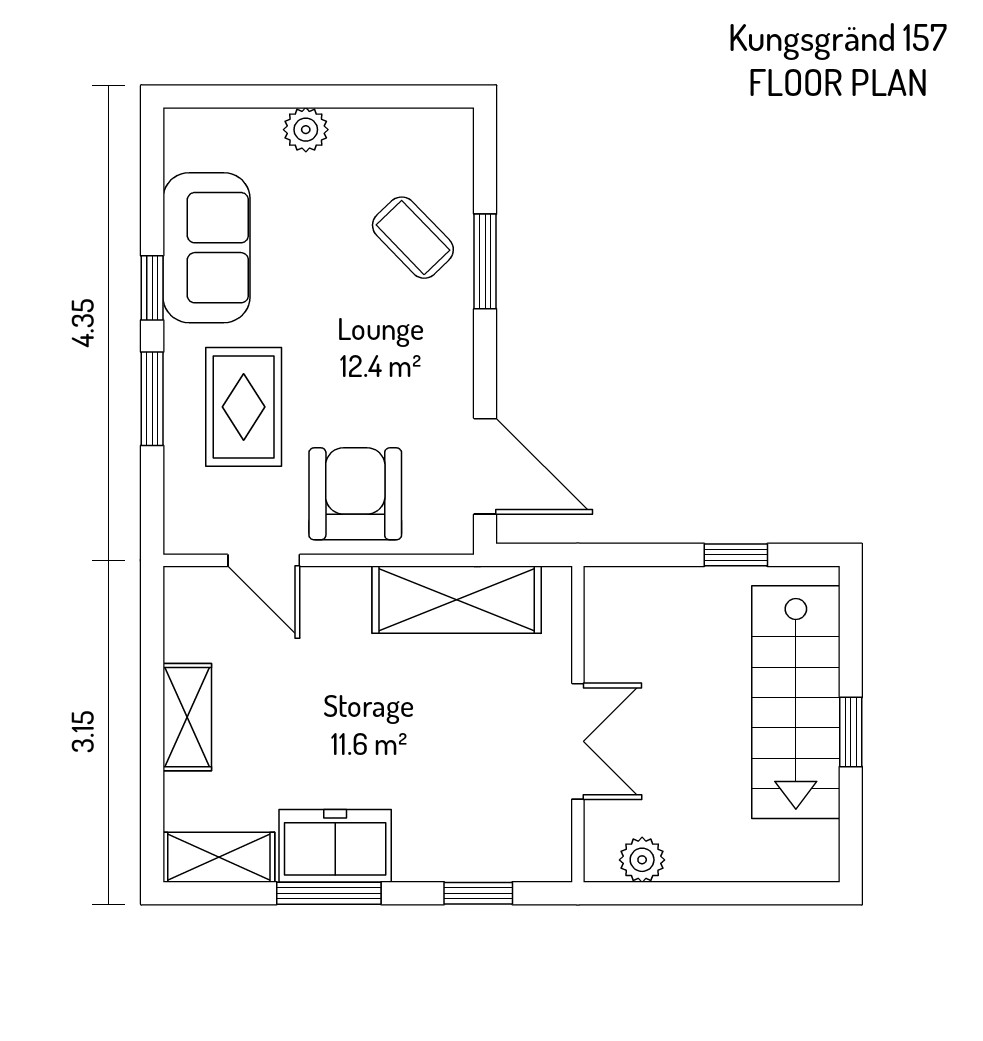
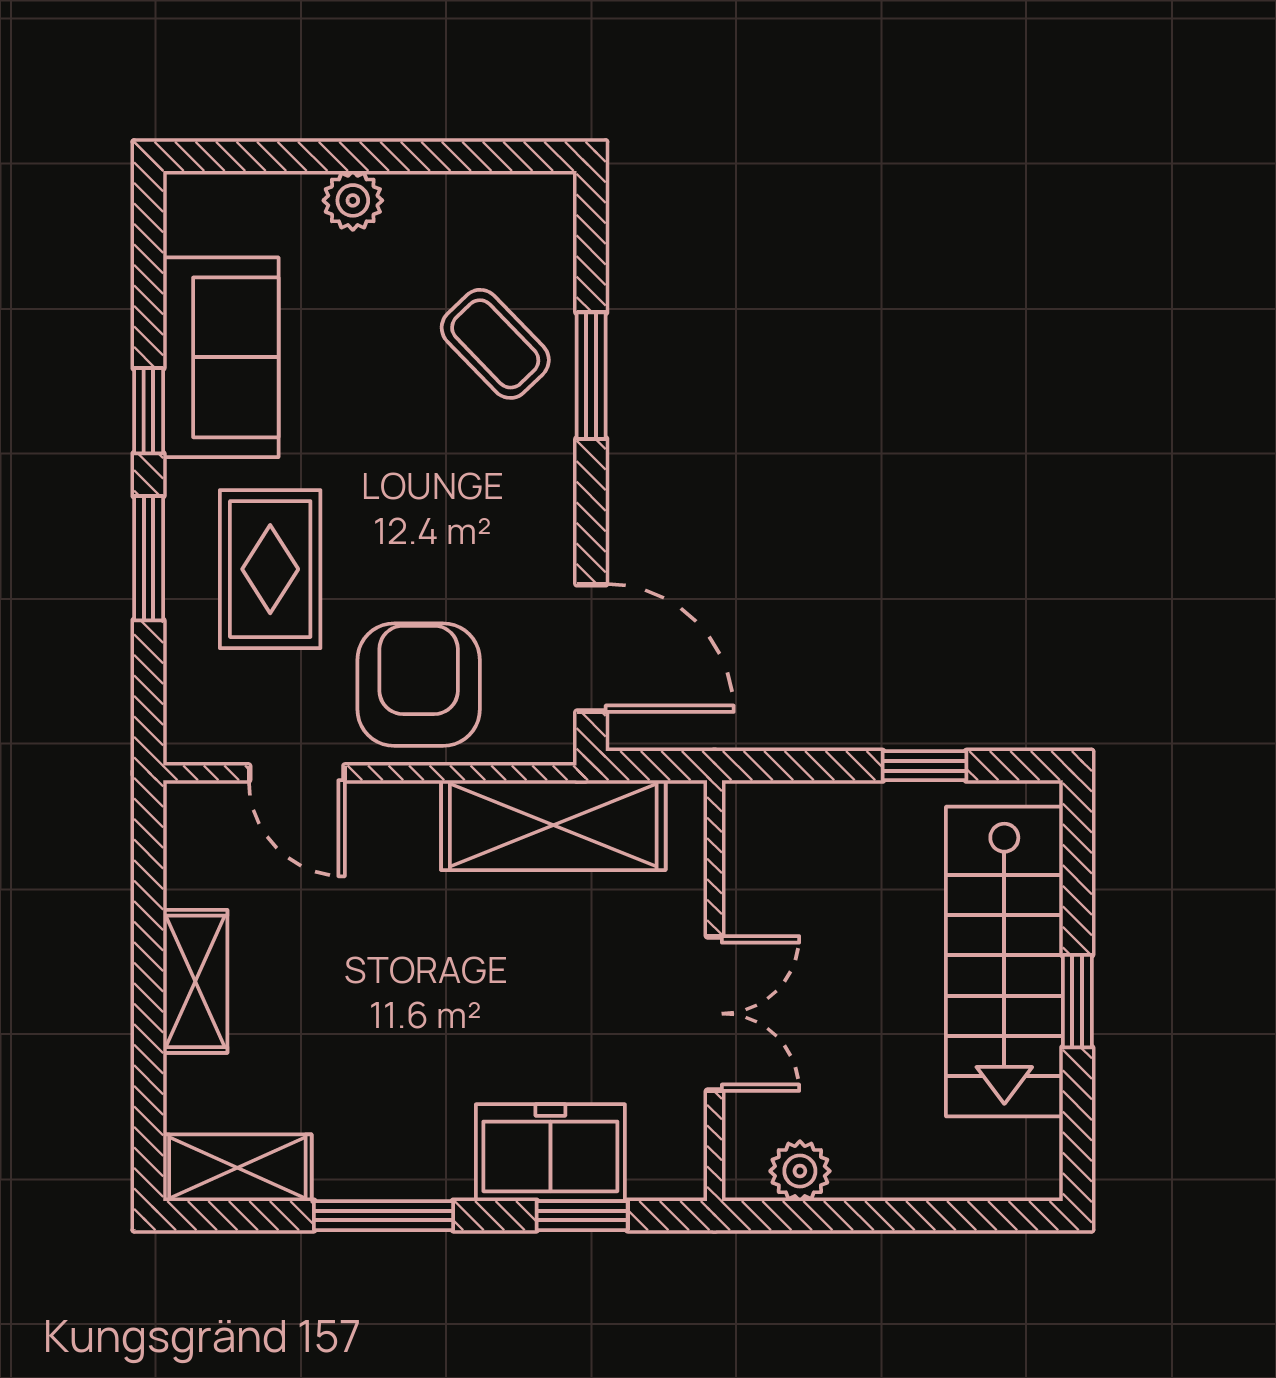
freezer: (335, 846) -> (550, 1153), moved

